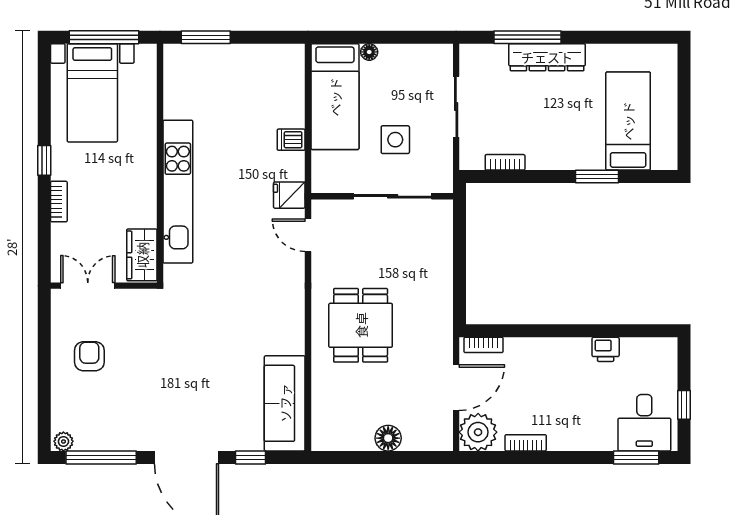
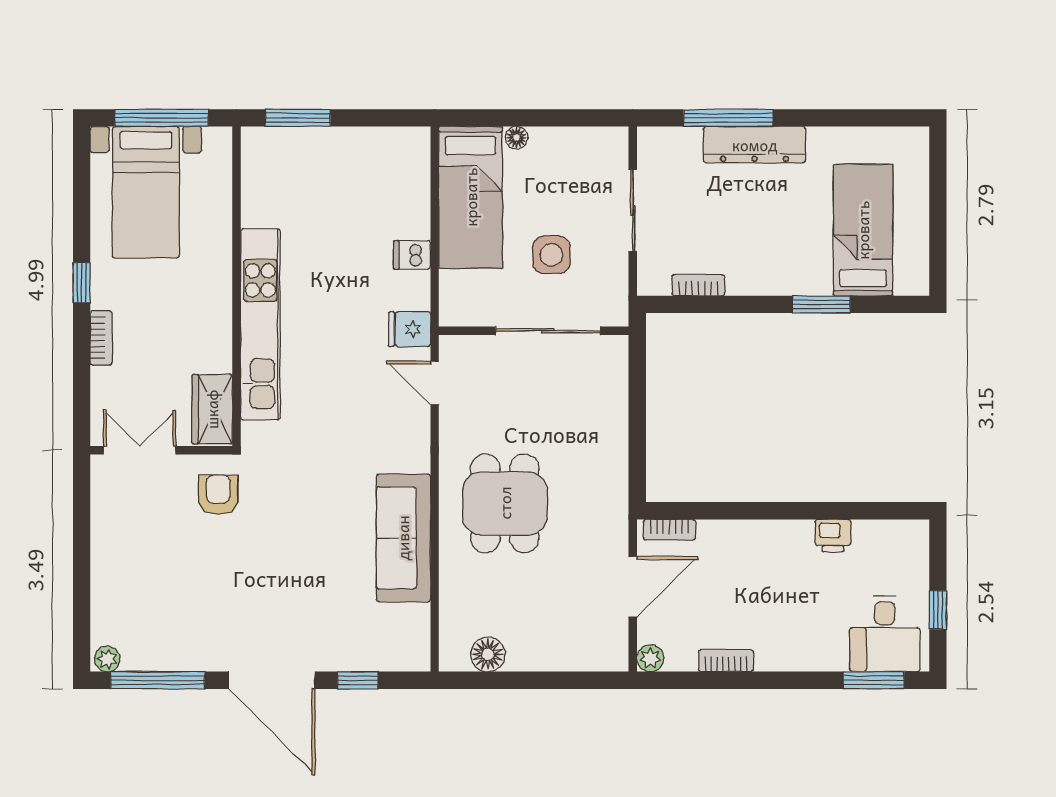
armchair: (89, 356) -> (218, 495), moved
sofa: (285, 403) -> (403, 538), moved
plant: (478, 432) -> (650, 658), width x0.53, depth x0.53
floor lamp: (388, 438) -> (488, 654), moved

